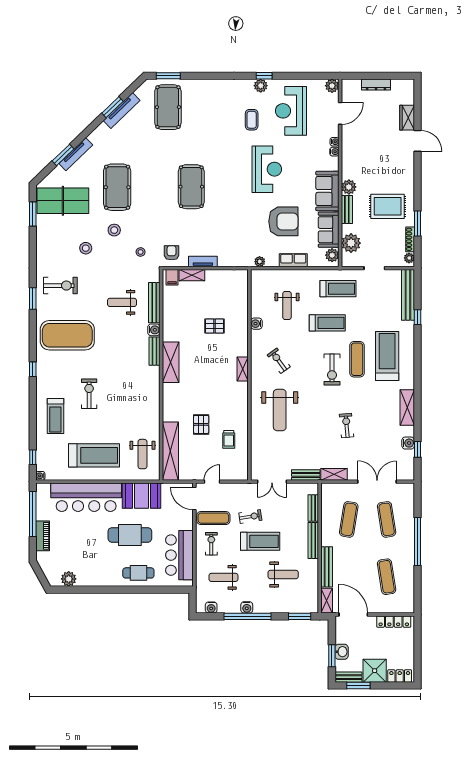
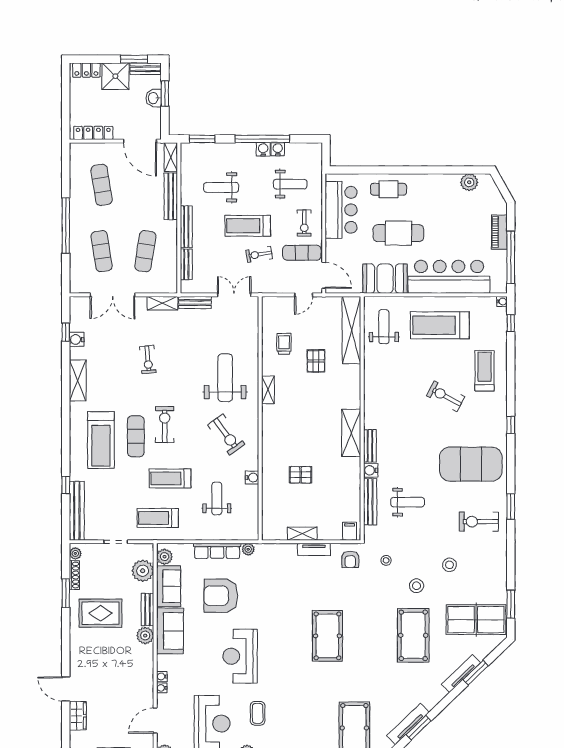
row of seats: (293, 260) -> (217, 551), width x1.48
shelving: (192, 275) -> (302, 534), moved
exercise bike: (279, 361) -> (226, 435), width x1.38, depth x1.39
shelving: (243, 369) -> (268, 390), moved
exercise bike: (89, 394) -> (446, 396), turned 118
water cooler: (211, 608) -> (278, 149), moved

